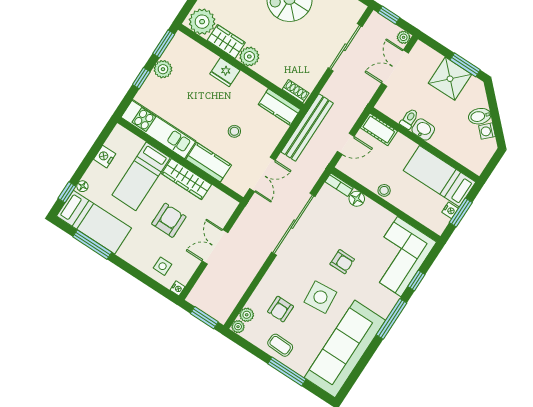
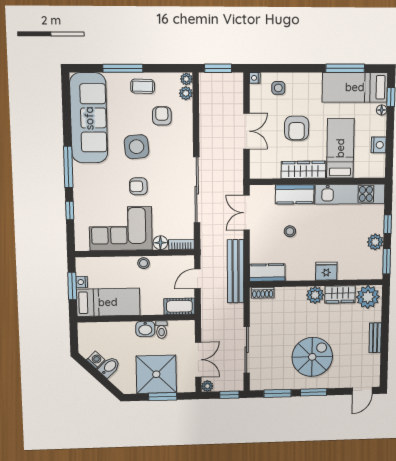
window: (465, 65) -> (163, 397), moved
shower: (450, 79) -> (156, 374), width x1.37, depth x1.37
corner sofa: (399, 257) -> (121, 229), moved, turned -90

